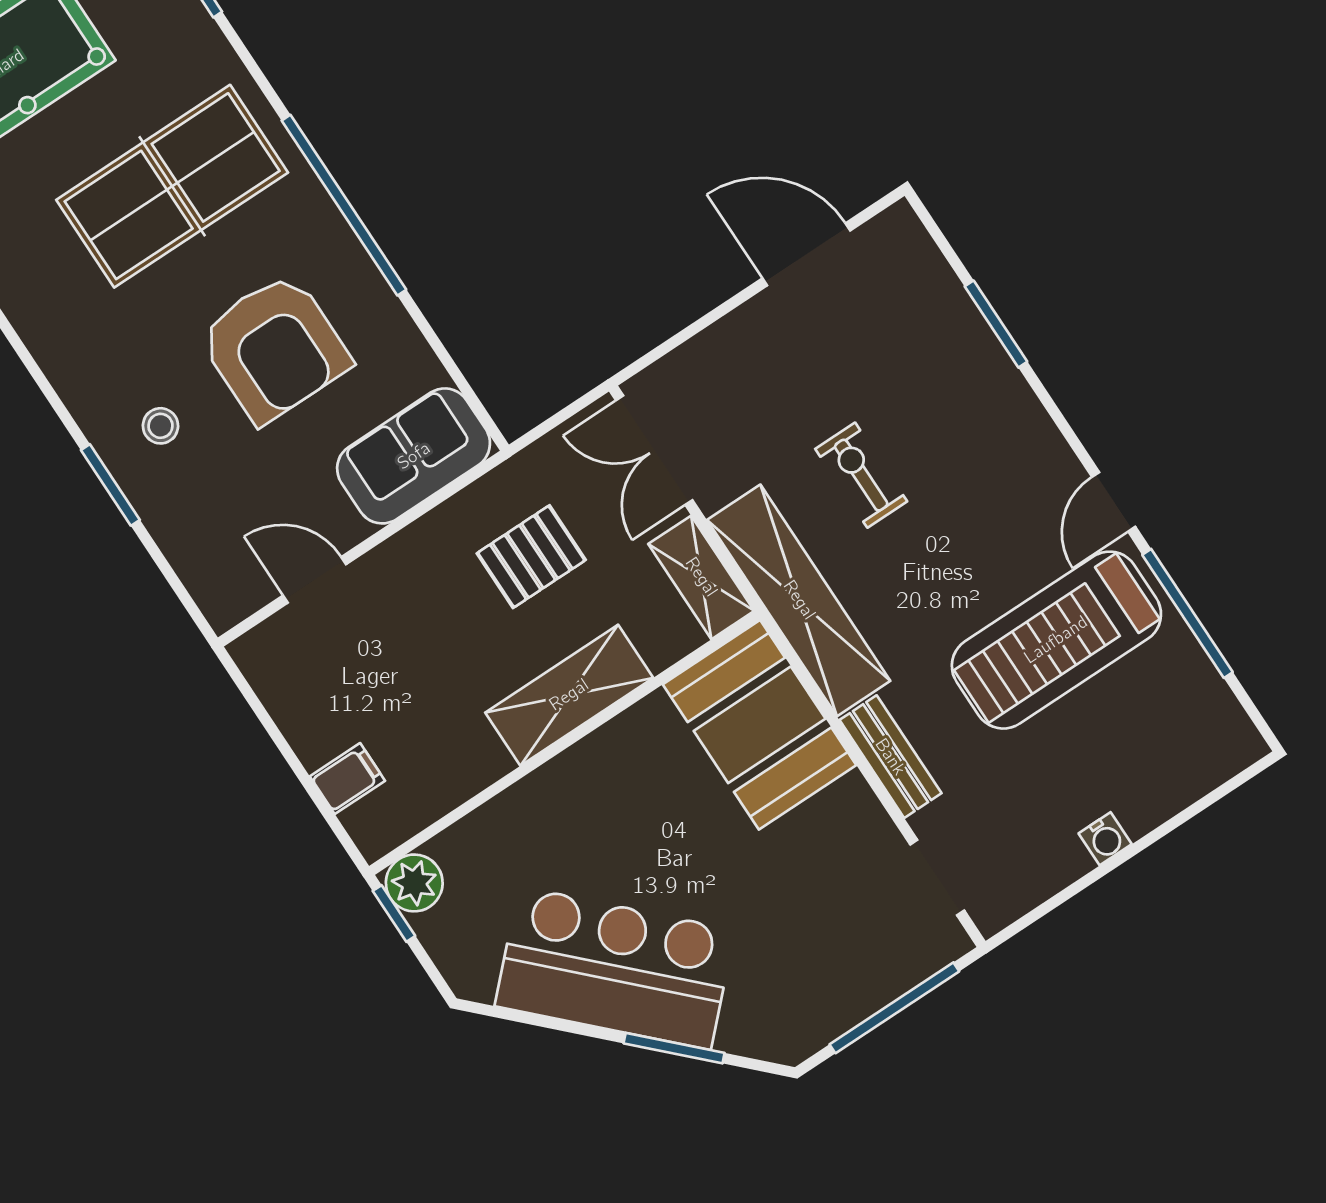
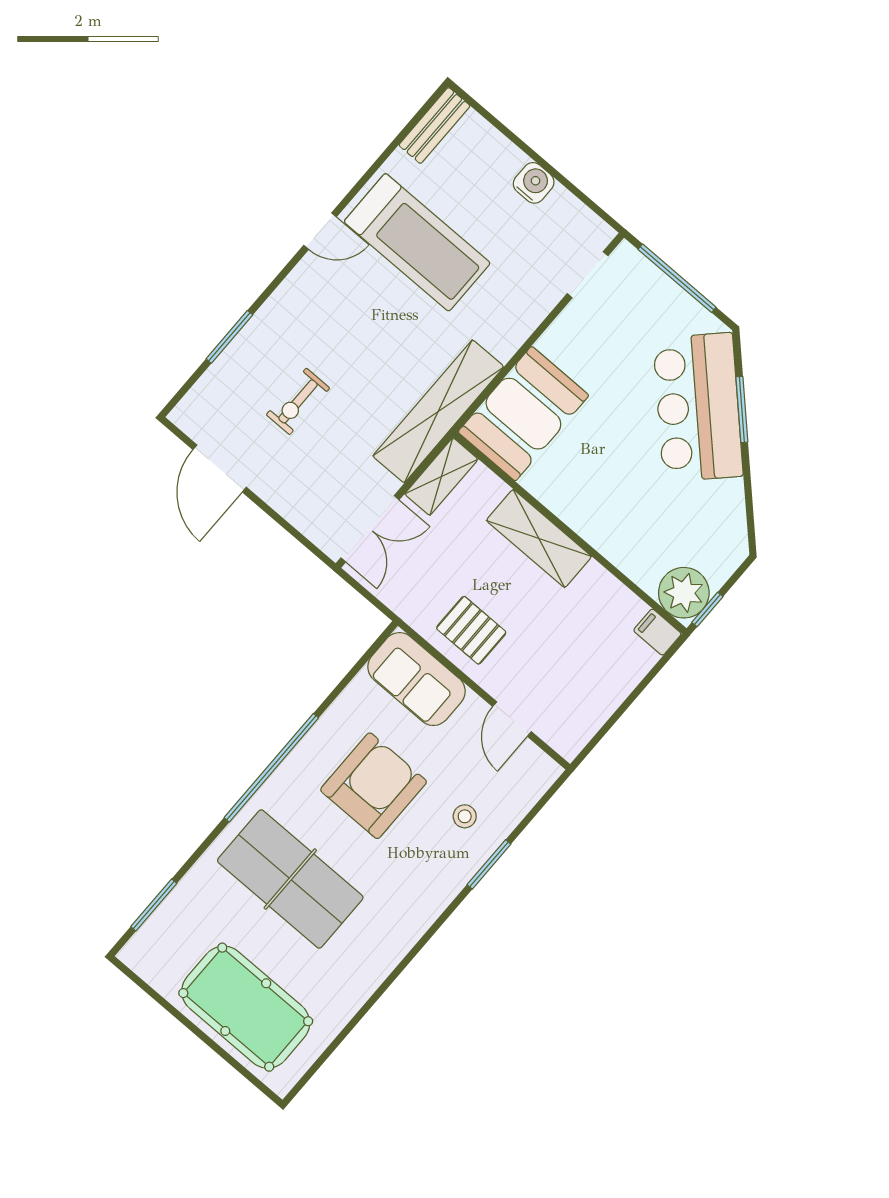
stool: (160, 426) -> (465, 816), moved
exercise bike: (861, 475) -> (298, 401), moved
pallet: (531, 557) -> (471, 630), moved
window: (1188, 613) -> (377, 165), removed
bench: (890, 757) -> (434, 126), moved
filing cabinet: (347, 779) -> (657, 632), moved
water cooler: (1105, 839) -> (534, 183), width x1.38, depth x1.38
plant: (414, 883) -> (684, 593), width x1.36, depth x1.36
bar counter: (615, 968) -> (698, 407), moved

